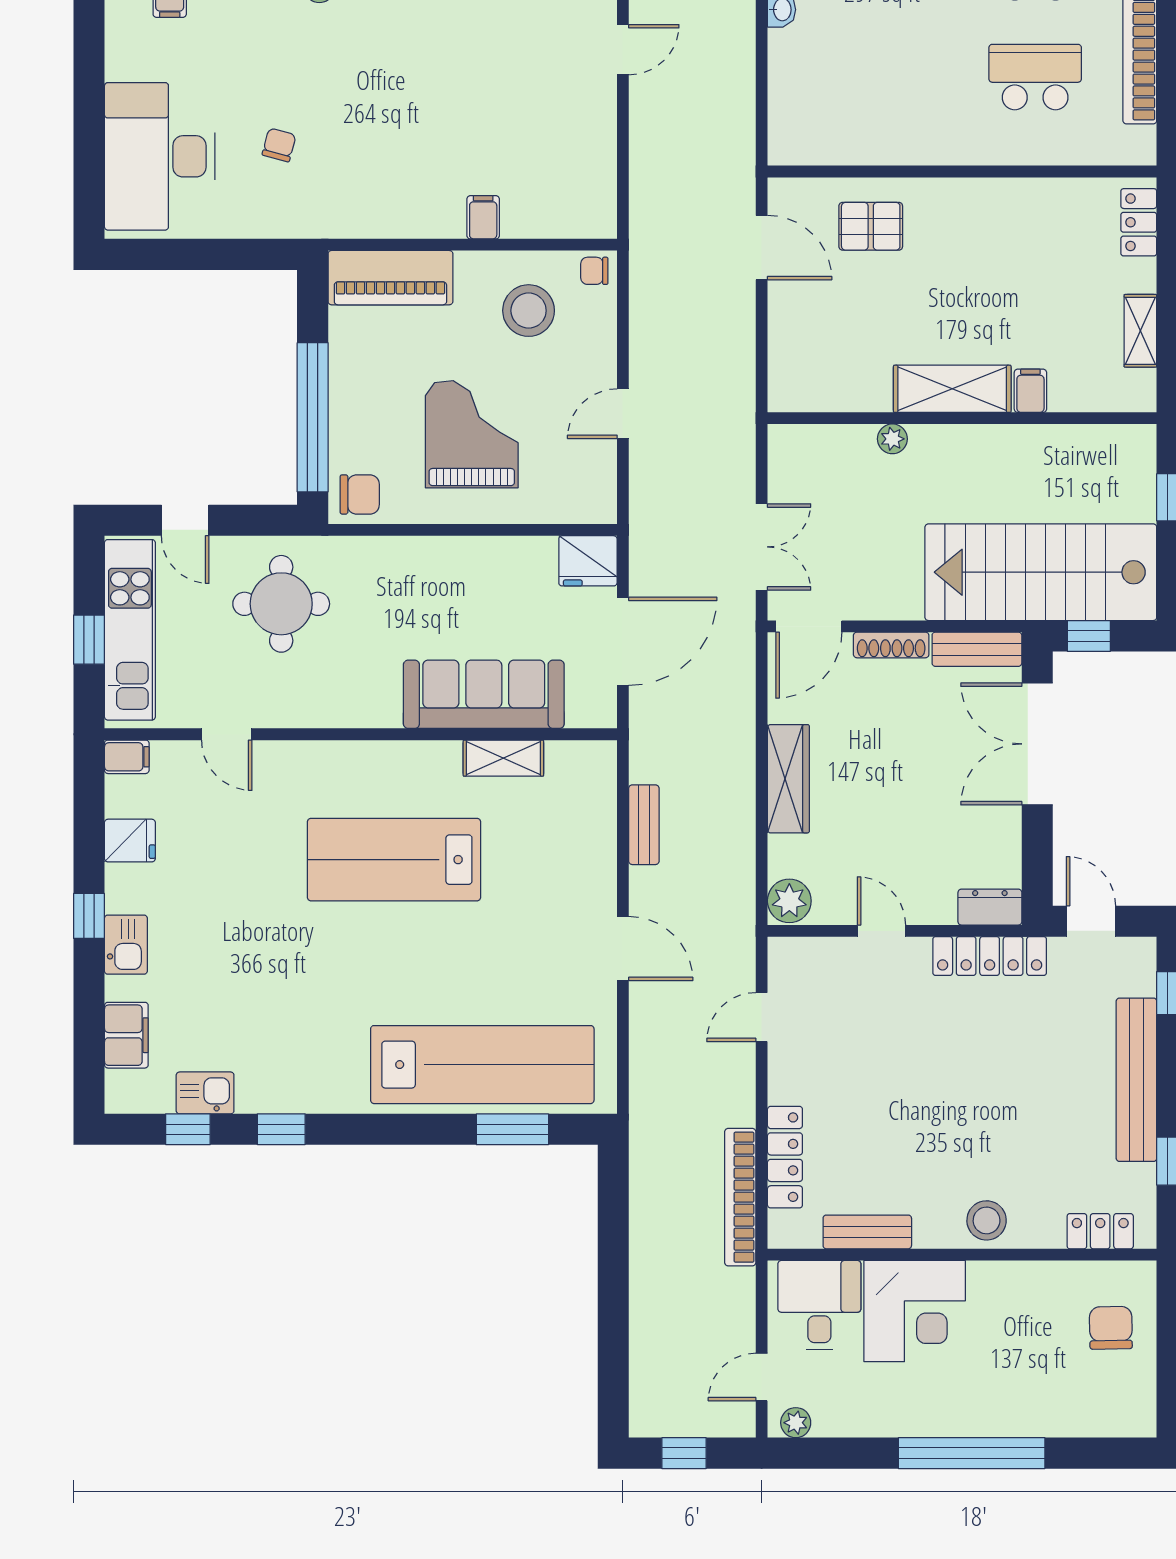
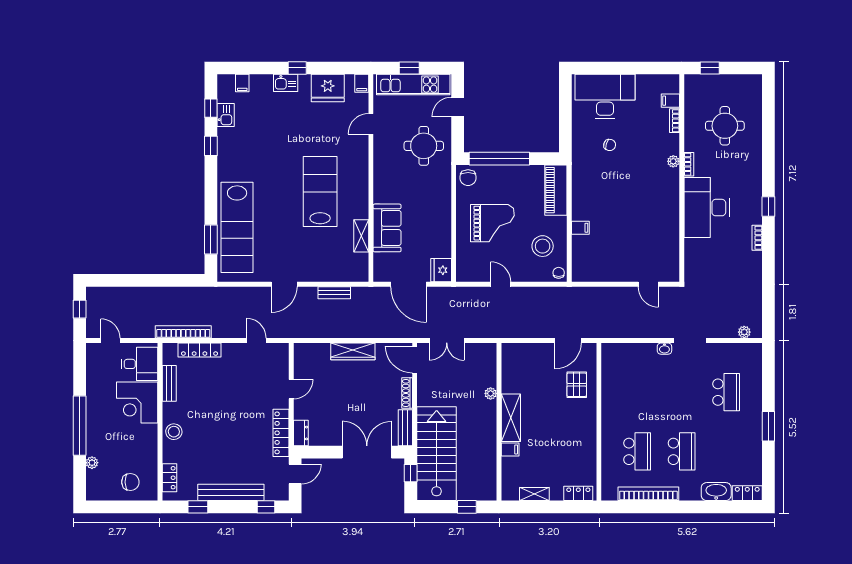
sofa: (484, 694) -> (387, 228), width x0.73
fridge: (130, 841) -> (328, 88), width x1.88, depth x1.34
plant: (789, 901) -> (303, 352), removed
filing cabinet: (126, 1035) -> (242, 83), width x0.50
plant: (796, 1423) -> (92, 463), moved

